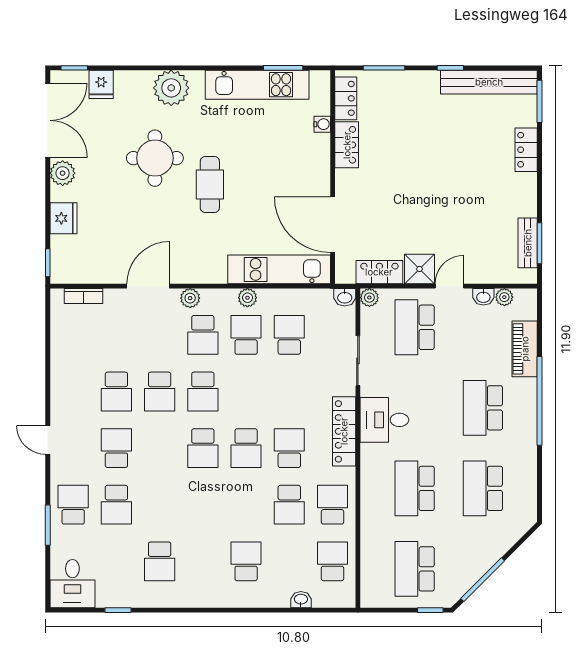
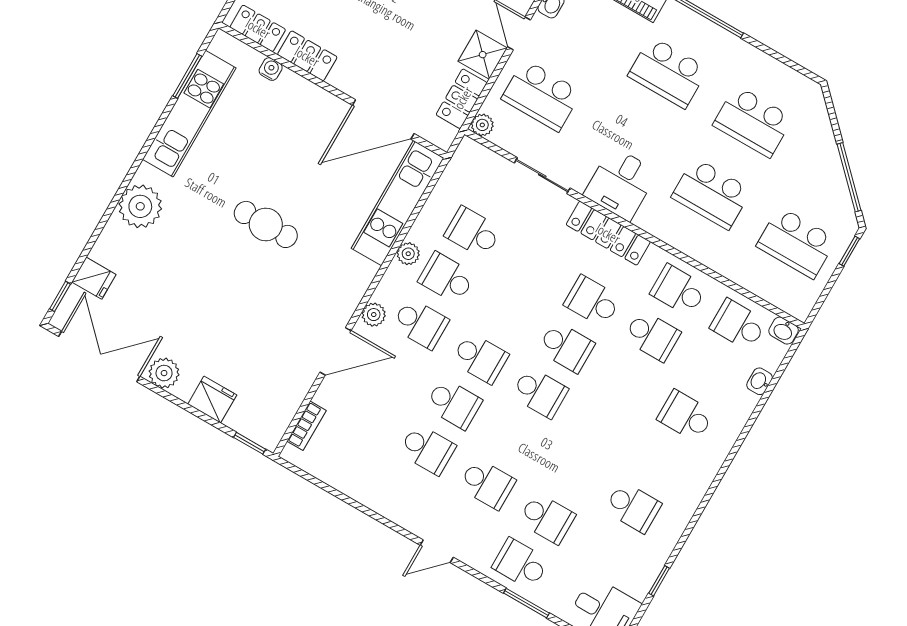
round table: (155, 158) -> (204, 266), removed
door: (148, 286) -> (335, 351), swing flipped
washbasin: (345, 297) -> (784, 331), moved, turned 90
school desk: (116, 448) -> (487, 484), turned 180

